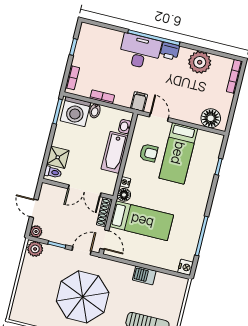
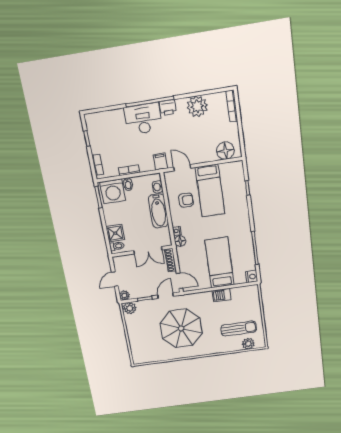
door: (34, 208) -> (115, 279), hinge flipped
bed: (142, 221) -> (220, 263), moved, turned -90

